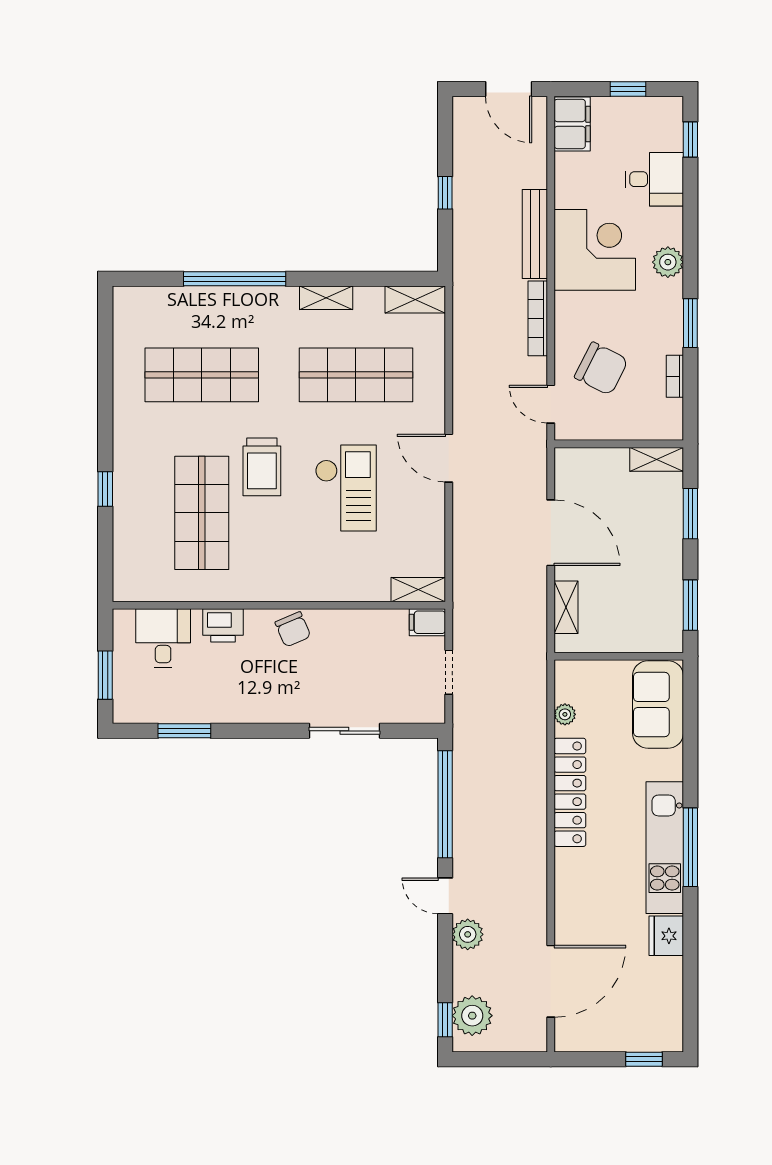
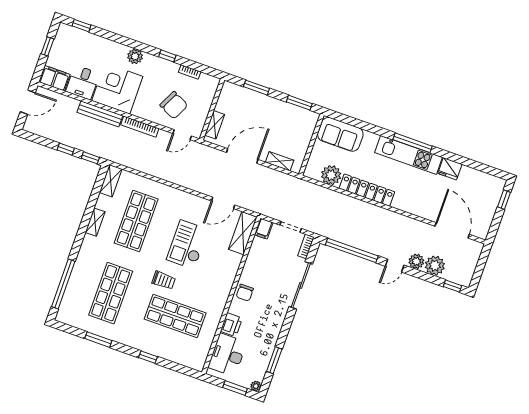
desk: (654, 179) -> (83, 82), moved, turned 180
window: (445, 245) -> (90, 158), added
window: (235, 279) -> (63, 284), moved
window: (690, 323) -> (167, 56), width x0.67
chair: (601, 369) -> (174, 105), turned 89
window: (105, 383) -> (98, 340), added
door: (449, 458) -> (223, 203), moved
shelving: (657, 459) -> (215, 125), moved
trolley: (262, 467) -> (164, 280), width x0.73, depth x0.72
checkout: (346, 488) -> (187, 245), turned -90
shelving: (418, 590) -> (243, 233), width x1.50, depth x1.33
chair: (293, 629) -> (245, 293), turned 113
desk: (163, 638) -> (227, 355), width x1.37
plant: (123, 713) -> (256, 386), added
bookcase: (422, 714) -> (306, 246), added
plant: (565, 714) -> (331, 175), width x1.87, depth x1.87
sliding door: (344, 731) -> (301, 285), width x1.37
plant: (472, 1016) -> (435, 266), moved

